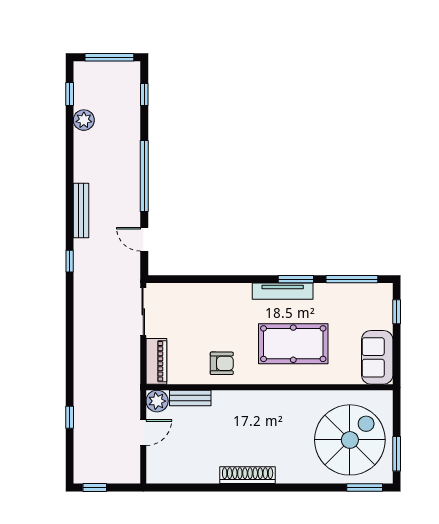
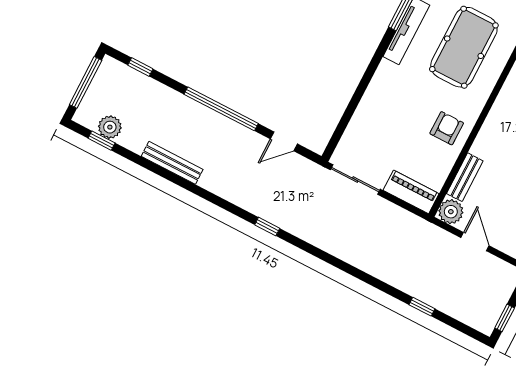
plant: (84, 120) -> (110, 127), moved
bench: (81, 210) -> (172, 163), moved

